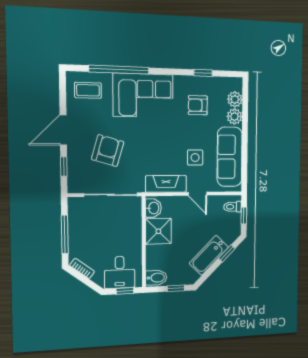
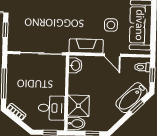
armchair: (108, 151) -> (40, 18), removed
shower: (158, 231) -> (78, 106), moved
bathtub: (209, 255) -> (131, 98), moved
desk: (120, 272) -> (52, 108), moved, turned -90

